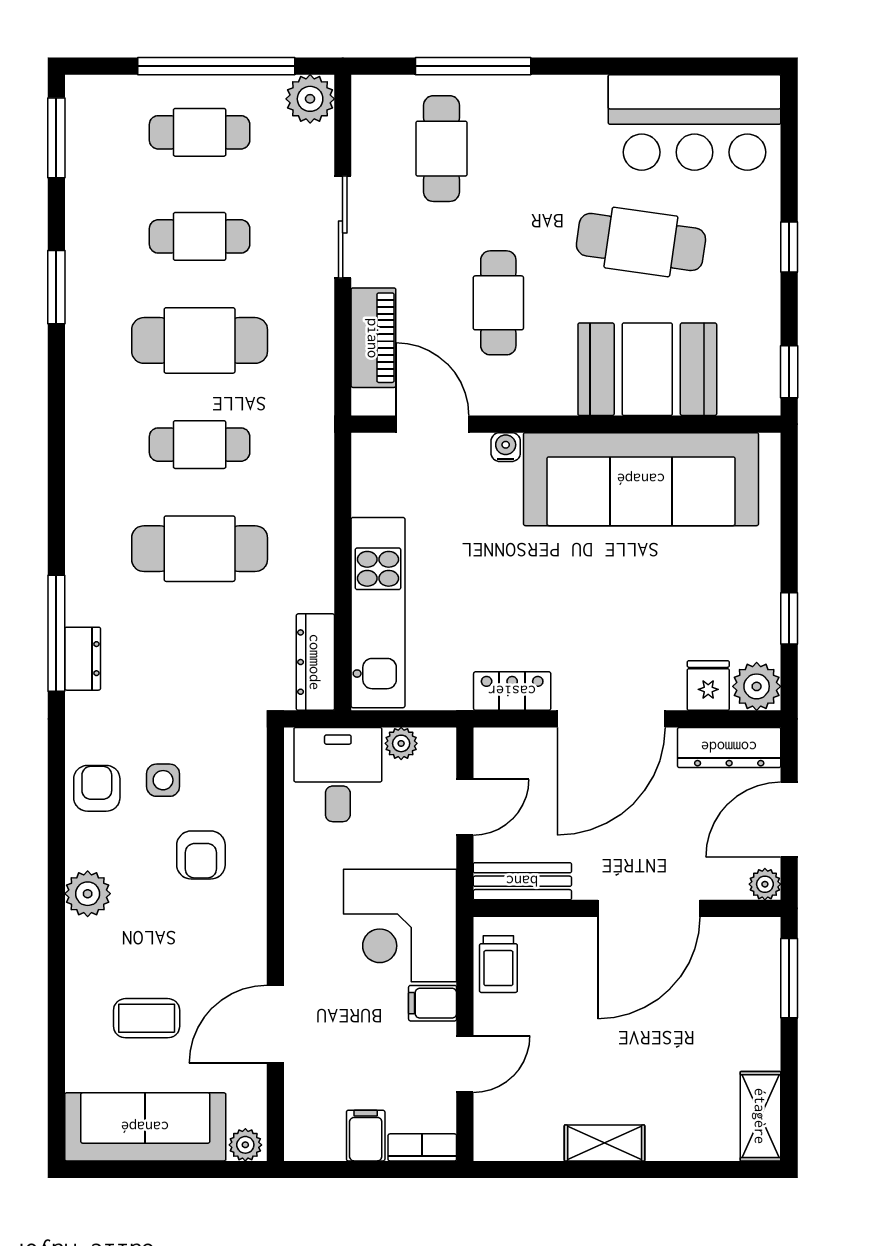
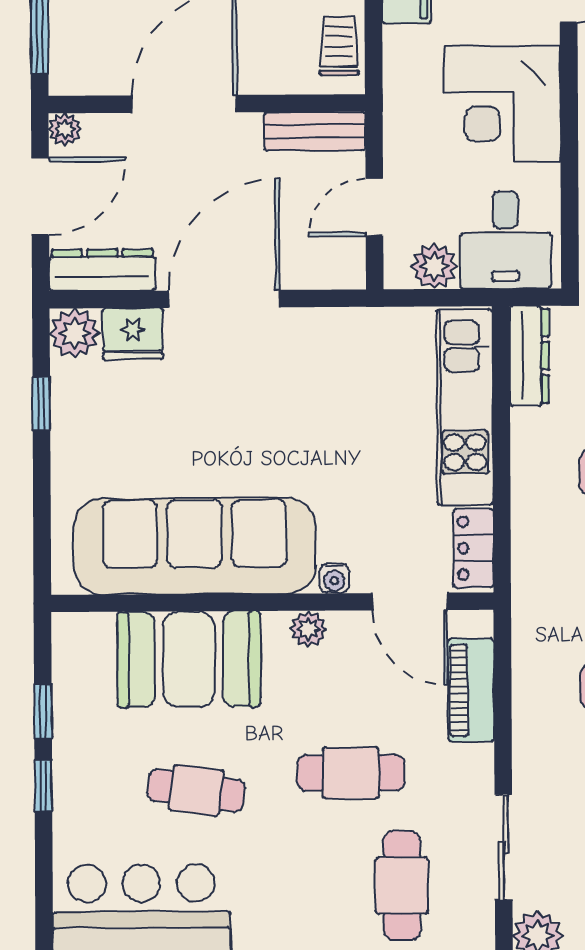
sliding door: (343, 227) -> (504, 847), moved
cafe table: (641, 242) -> (196, 790), width x0.73, depth x0.74
cafe table: (498, 303) -> (351, 773), moved, turned 90
window: (789, 372) -> (43, 711), moved
plant: (531, 398) -> (308, 629), added
fridge: (708, 685) -> (133, 334), width x1.38
locker: (512, 691) -> (473, 548), moved, turned 90
plant: (401, 743) -> (434, 266), width x1.38, depth x1.38
corner desk: (400, 925) -> (502, 104), moved, turned 180

